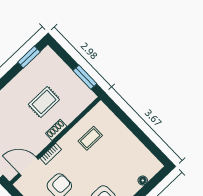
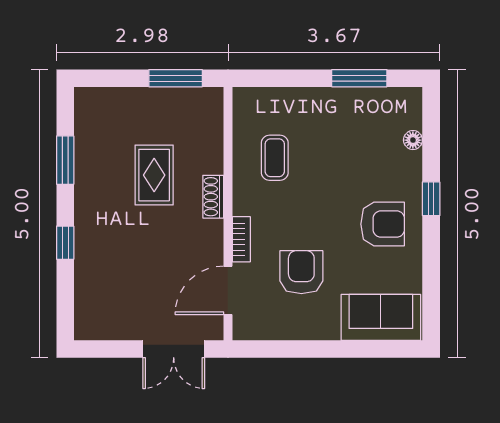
window: (29, 57) -> (65, 160), moved
window: (146, 141) -> (359, 78), added

